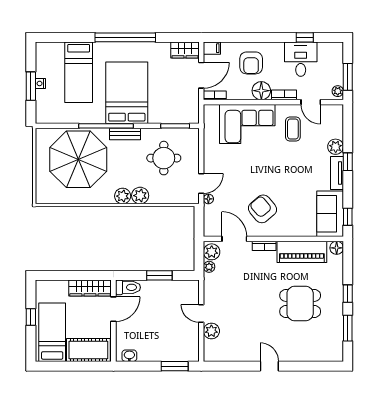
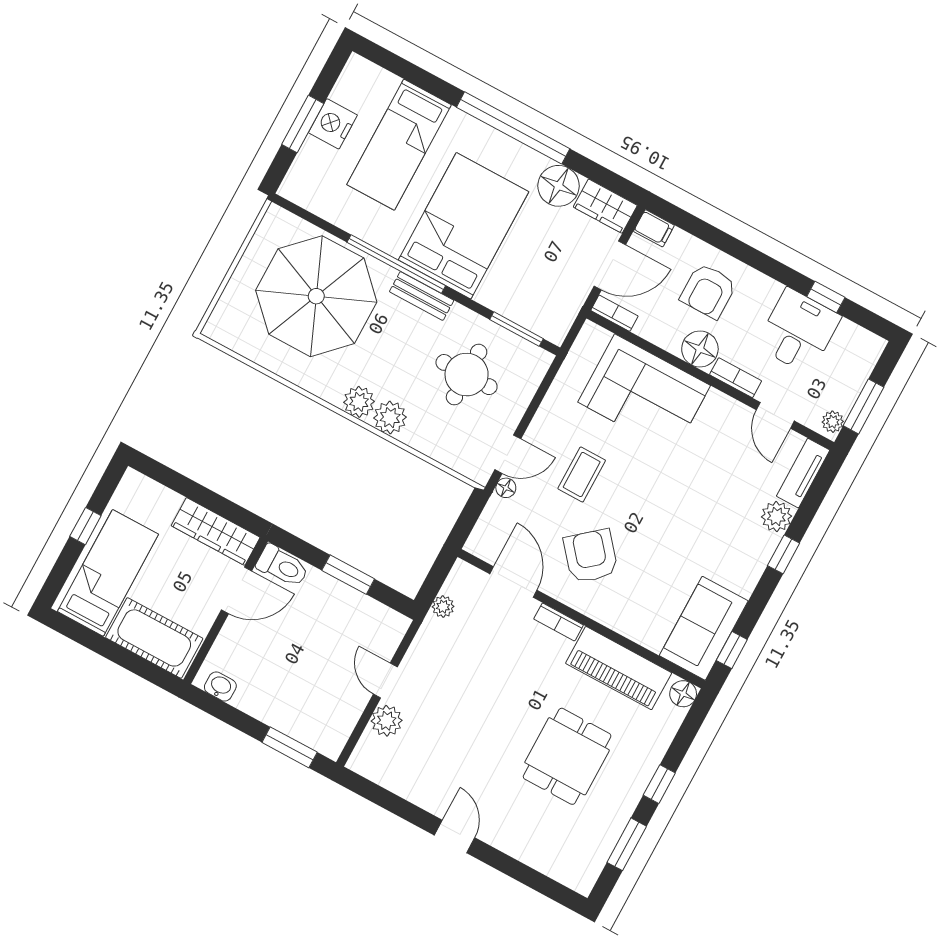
floor lamp: (159, 52) -> (559, 186), added
nightstand: (40, 83) -> (333, 124), width x1.89, depth x1.79
coffee table: (293, 129) -> (582, 474), moved
tv unit: (337, 173) -> (803, 473), moved
plant: (212, 252) -> (461, 583), removed
dining table: (300, 303) -> (567, 756), turned 90

